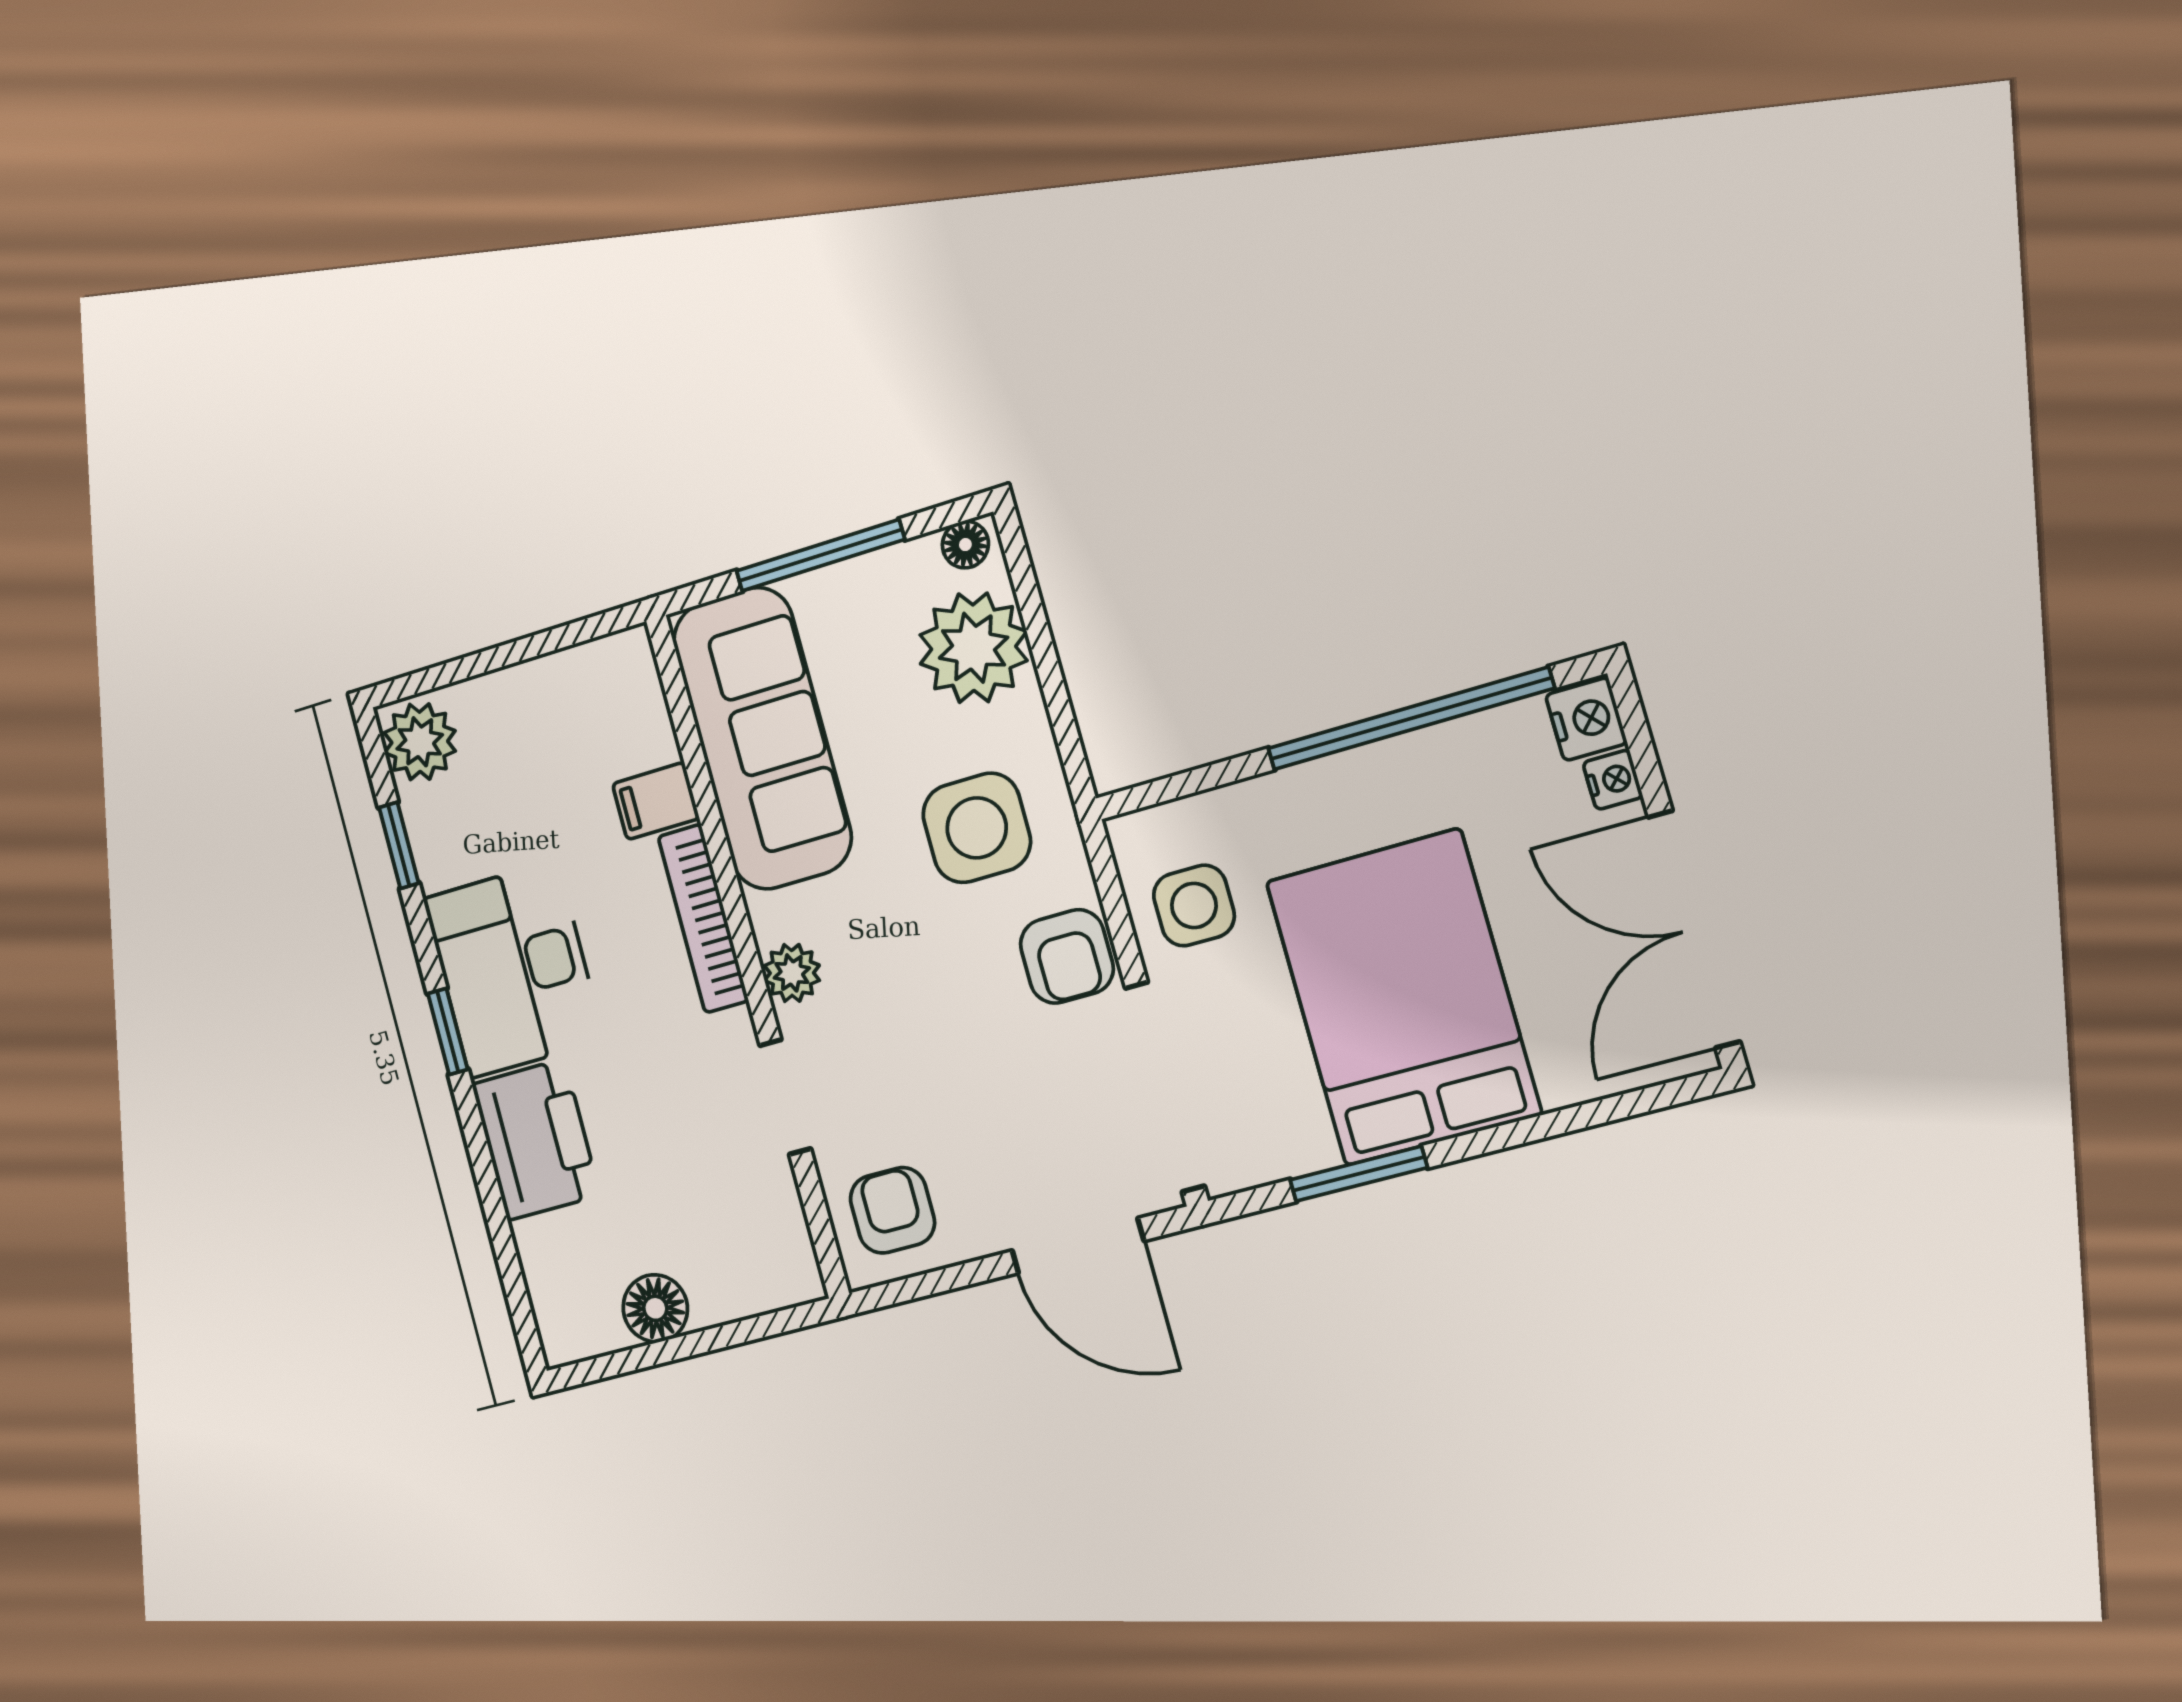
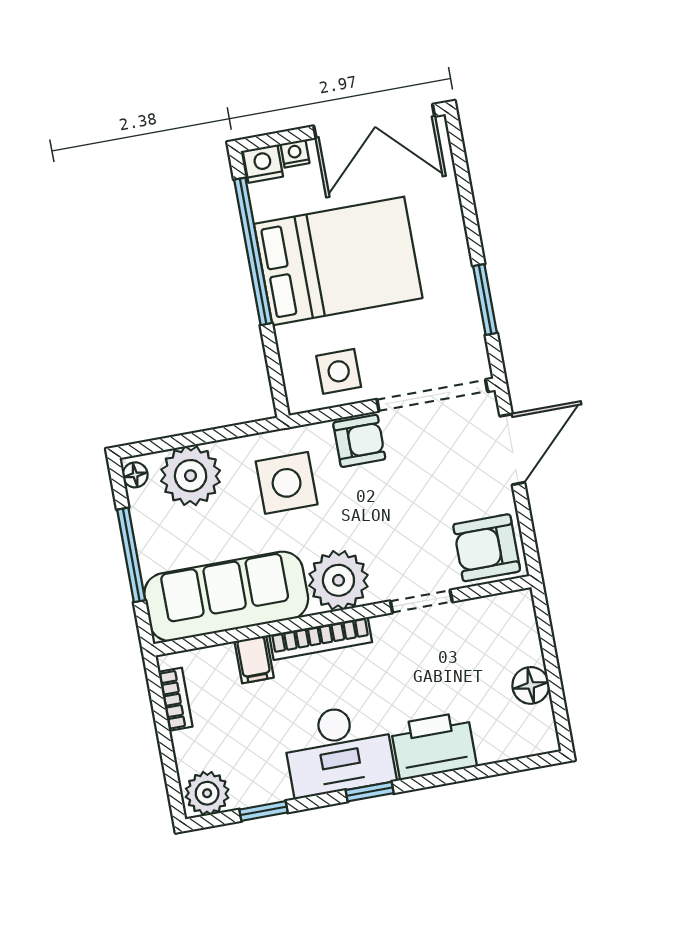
bookcase: (574, 667) -> (175, 699), added
plant: (792, 973) -> (338, 580), width x1.87, depth x1.87
bed: (1403, 997) -> (338, 261), moved, turned 180
armchair: (892, 1210) -> (487, 548), width x1.38, depth x1.38

